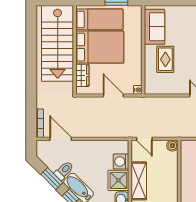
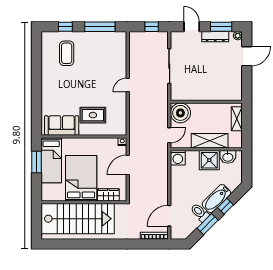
bed: (99, 19) -> (51, 160), moved, turned 180
boiler: (172, 146) -> (180, 113), width x1.86, depth x1.86
washing machine: (121, 162) -> (178, 158), moved

